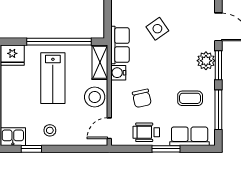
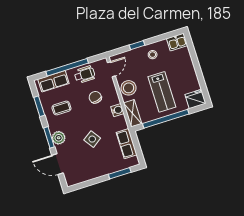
side table: (157, 29) -> (92, 139), moved
row of seats: (120, 45) -> (127, 144), moved
lab bench: (53, 78) -> (162, 92), turned 180
window: (218, 110) -> (39, 106), width x0.69
window: (31, 149) -> (137, 45), moved
window: (166, 149) -> (67, 67), width x2.11

